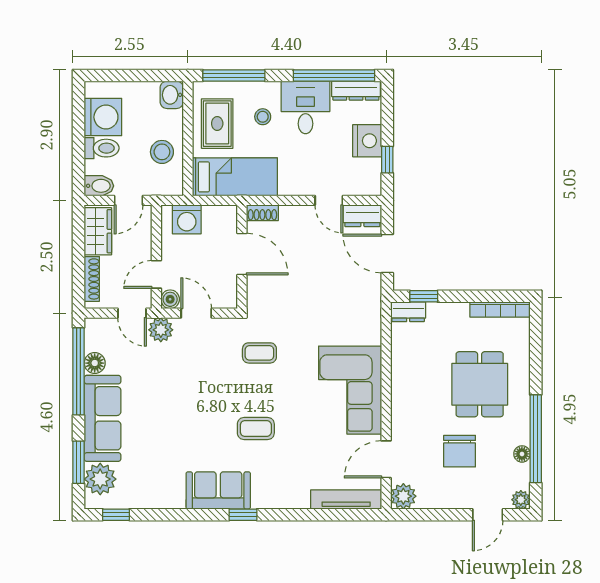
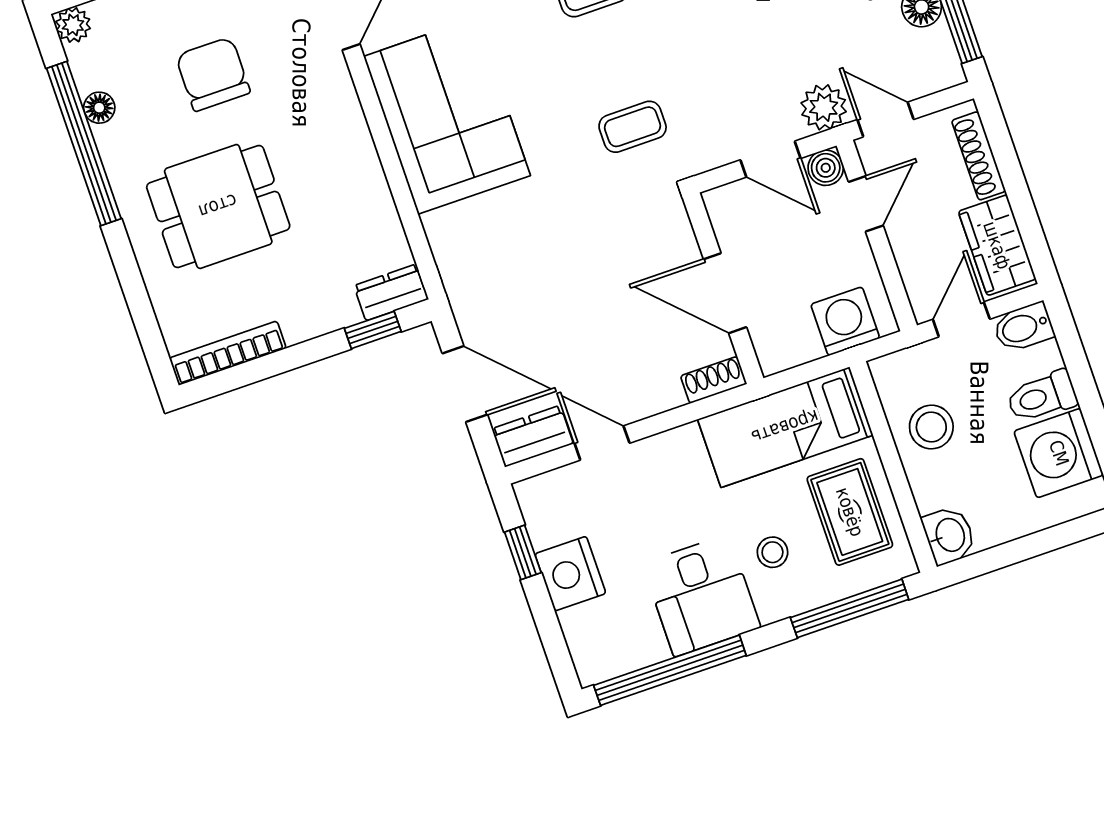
dresser: (356, 91) -> (621, 657), removed
dining table: (480, 384) -> (218, 206), turned 90

